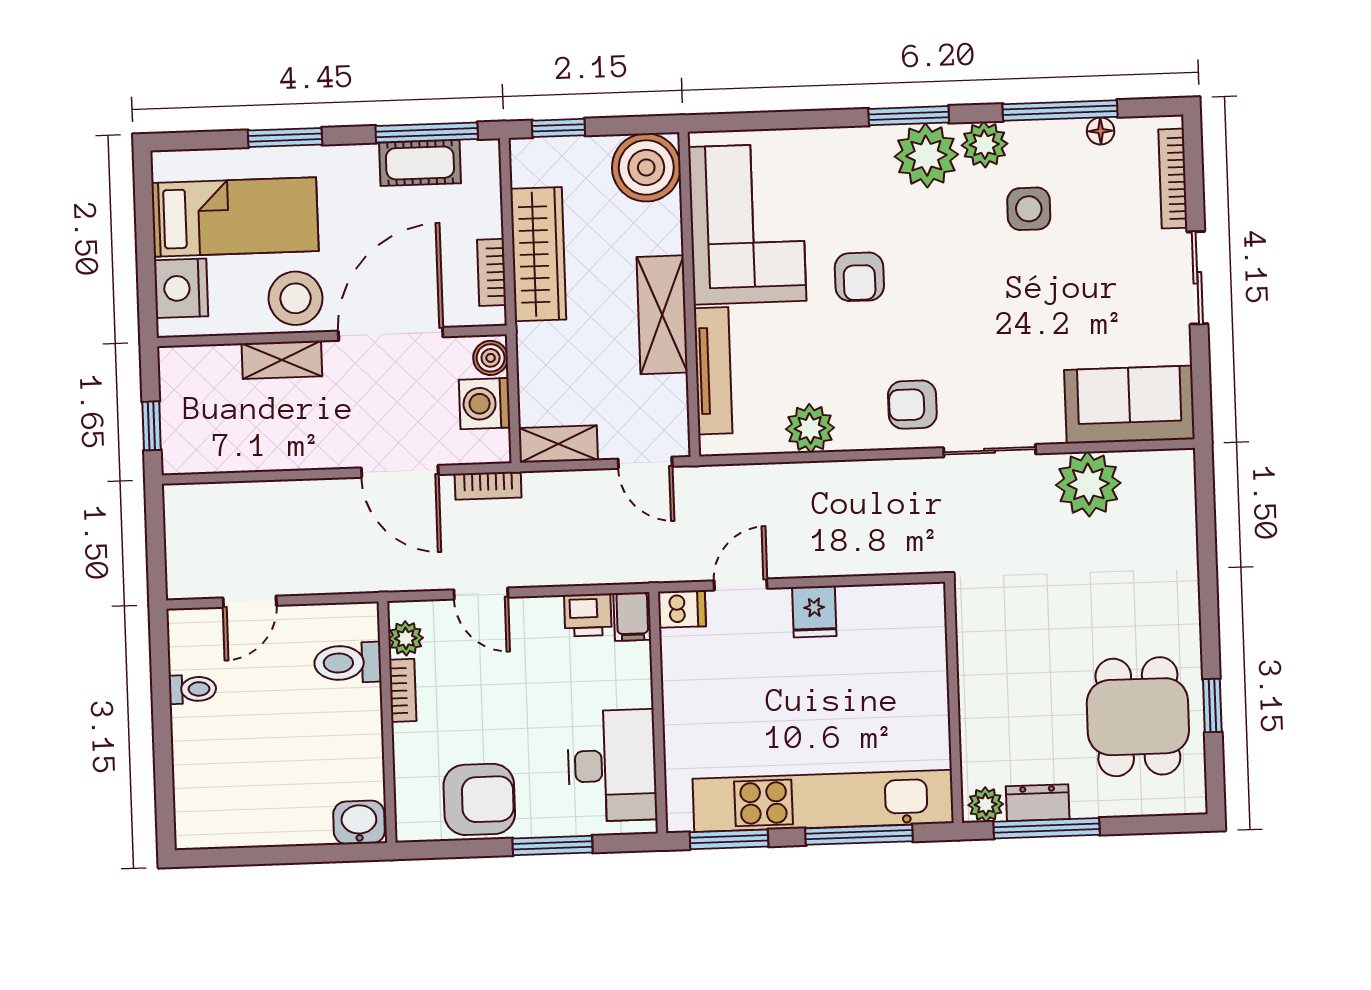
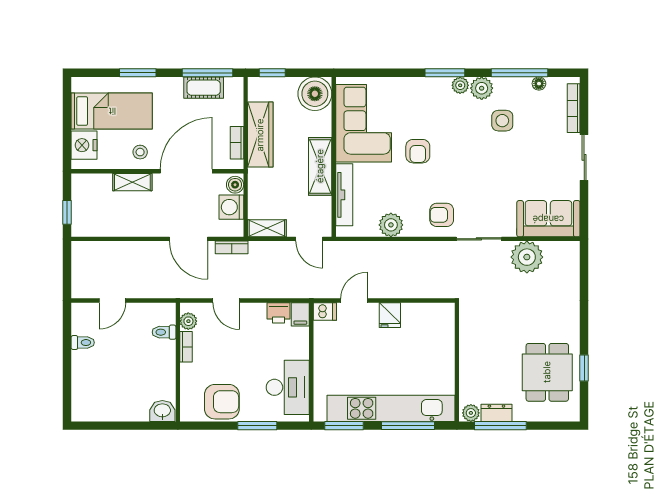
plant: (926, 156) -> (460, 85), width x0.53, depth x0.53
stool: (296, 298) -> (140, 152), width x0.53, depth x0.53
toilet: (348, 663) -> (164, 332), width x0.73, depth x0.72

